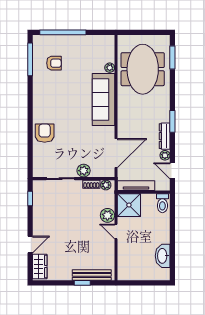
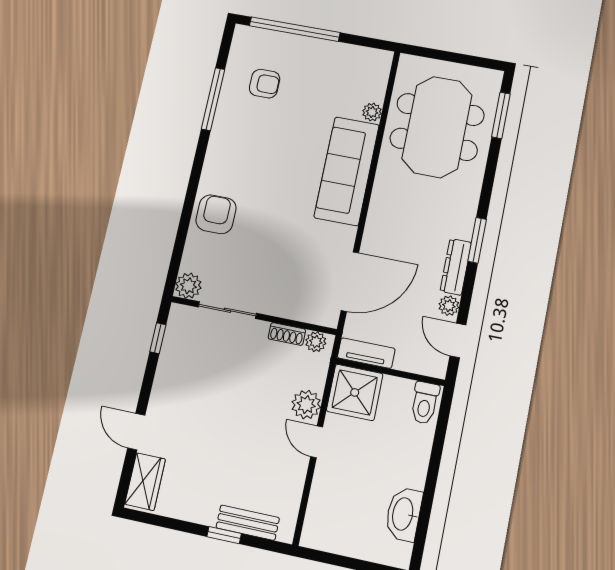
window: (30, 59) -> (213, 99), moved
plant: (84, 171) -> (188, 286), moved
tv unit: (136, 186) -> (366, 353), width x0.71
door: (30, 244) -> (136, 432), swing flipped
bench: (92, 275) -> (248, 523), width x0.73

